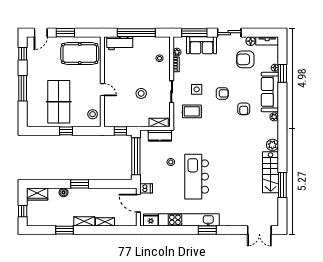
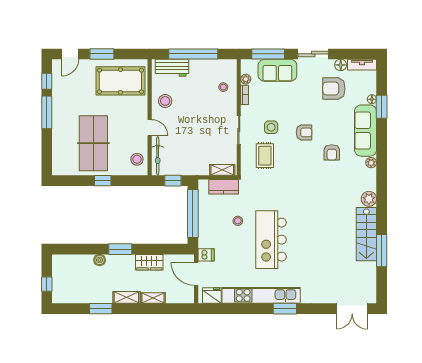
window: (23, 88) -> (47, 112), moved
stool: (141, 93) -> (165, 101), moved
rug: (192, 111) -> (265, 156), turned 90
bicycle: (109, 112) -> (158, 156), added
wardrobe: (37, 194) -> (149, 262), moved

